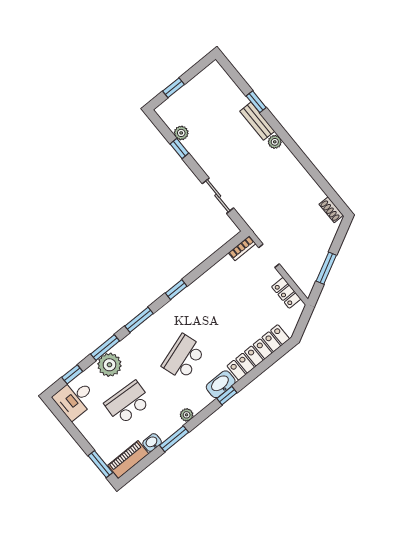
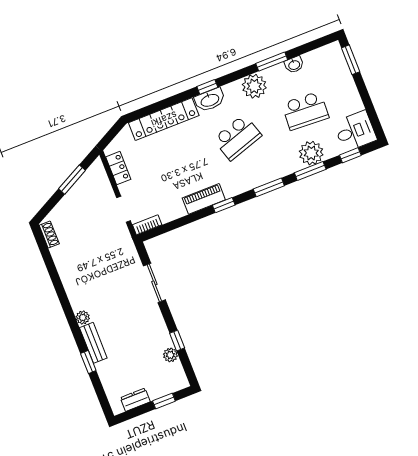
dresser: (201, 80) -> (135, 400), added
plant: (187, 415) -> (254, 86), width x1.88, depth x1.88
piano: (128, 460) -> (204, 199), moved, turned 180

